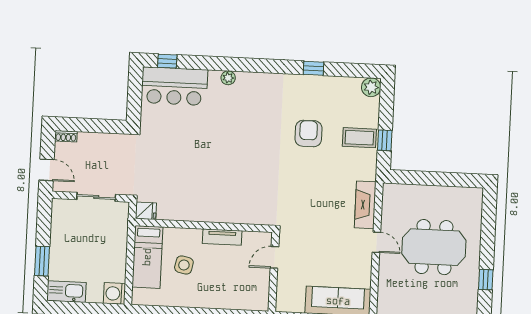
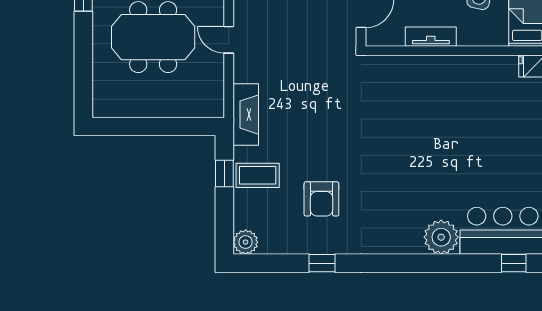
plant: (228, 78) -> (441, 237), width x1.87, depth x1.87
armchair: (308, 133) -> (321, 199), moved
fireplace: (365, 205) -> (246, 115), moved

